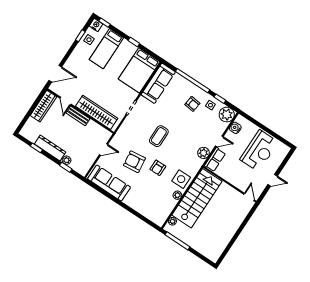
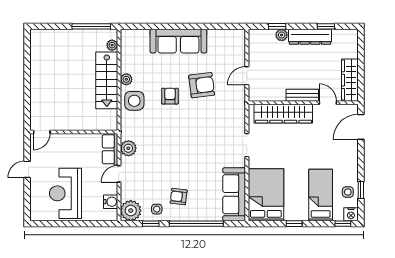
coffee table: (159, 136) -> (193, 134), removed
sofa: (109, 183) -> (178, 41), moved
door: (249, 197) -> (42, 132), hinge flipped
stairs: (197, 198) -> (107, 80), width x0.73, depth x0.66

